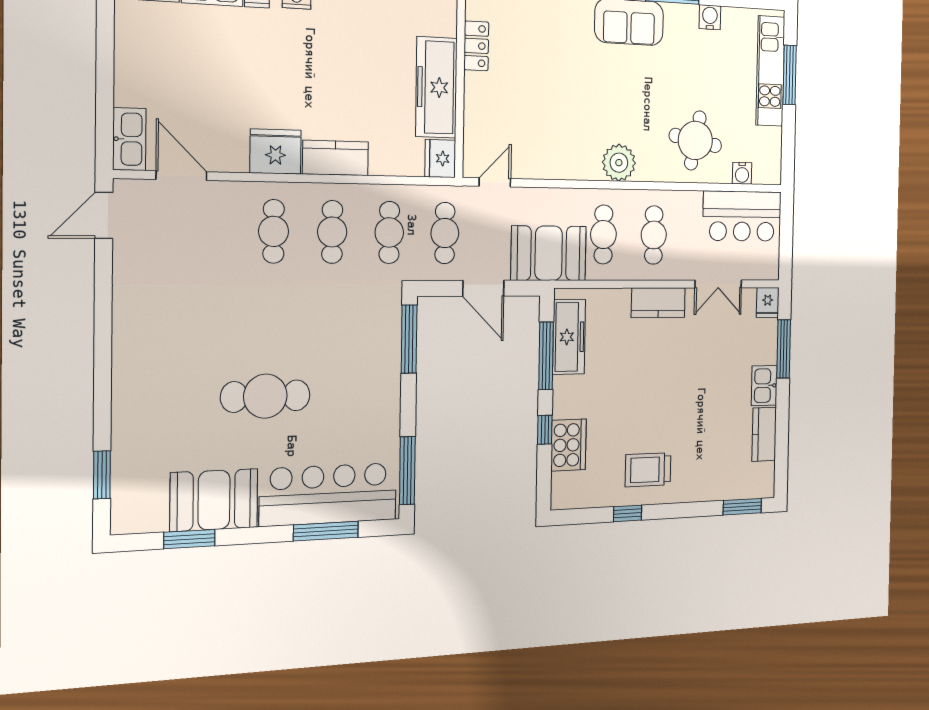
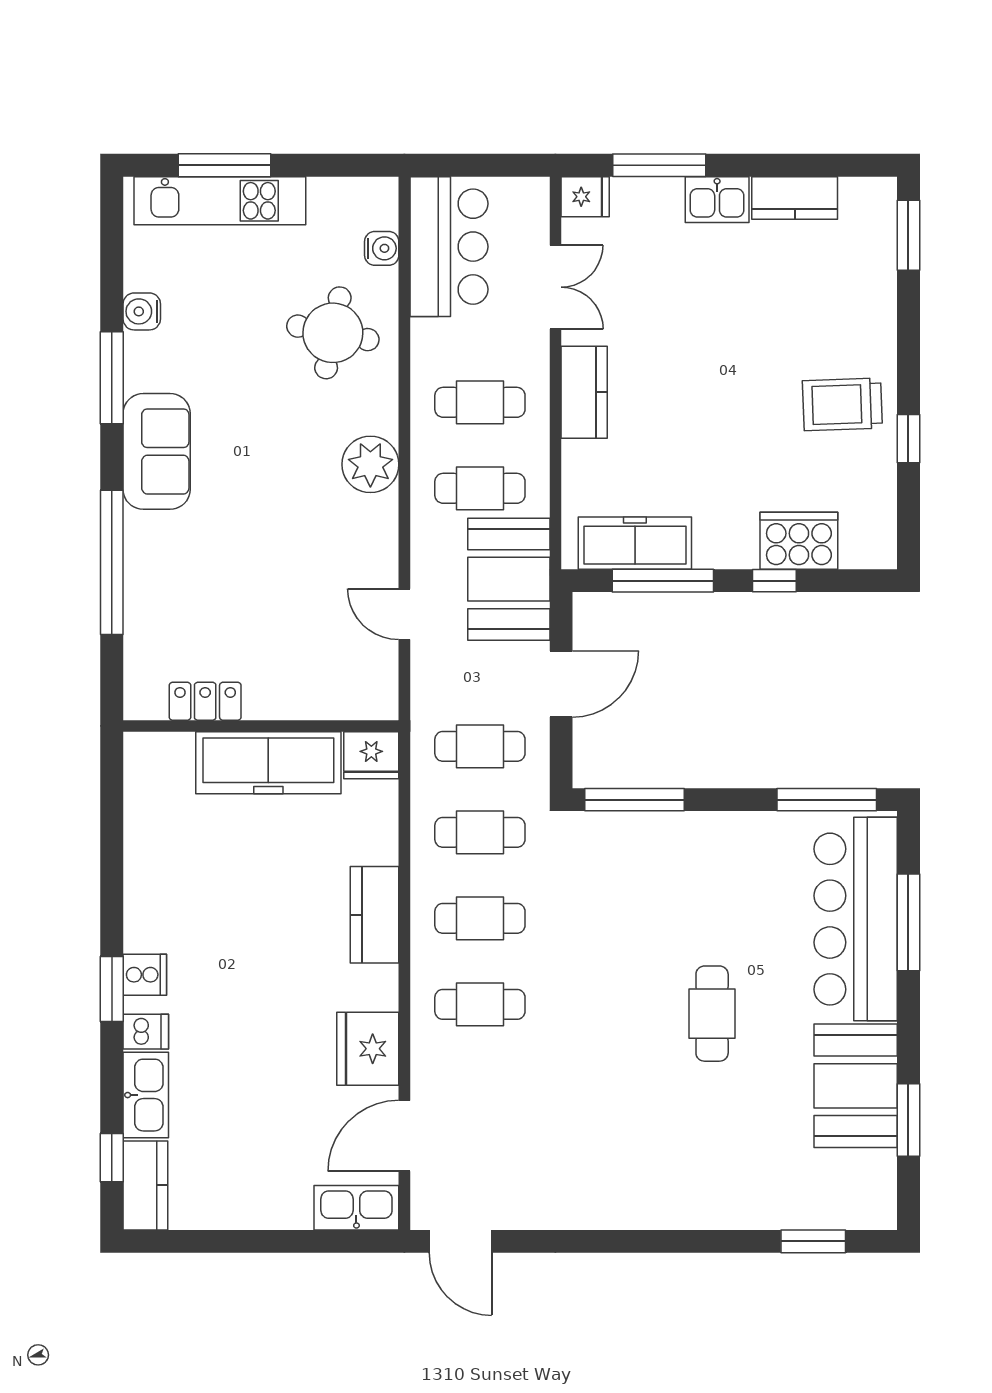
fridge: (276, 151) -> (368, 1049), moved
door: (495, 182) -> (404, 614), moved
cafe table: (265, 396) -> (712, 1014), width x0.73, depth x0.74
trolley: (648, 470) -> (842, 404), turned 88

